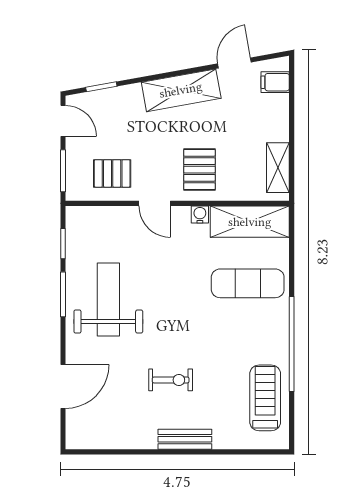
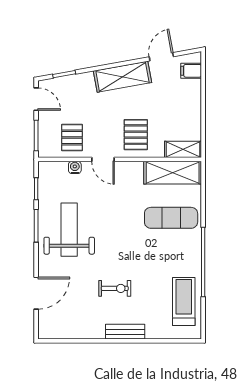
shelving: (278, 168) -> (183, 149), moved, turned 90
pallet: (112, 173) -> (72, 137), turned 90
water cooler: (200, 214) -> (75, 167), moved

